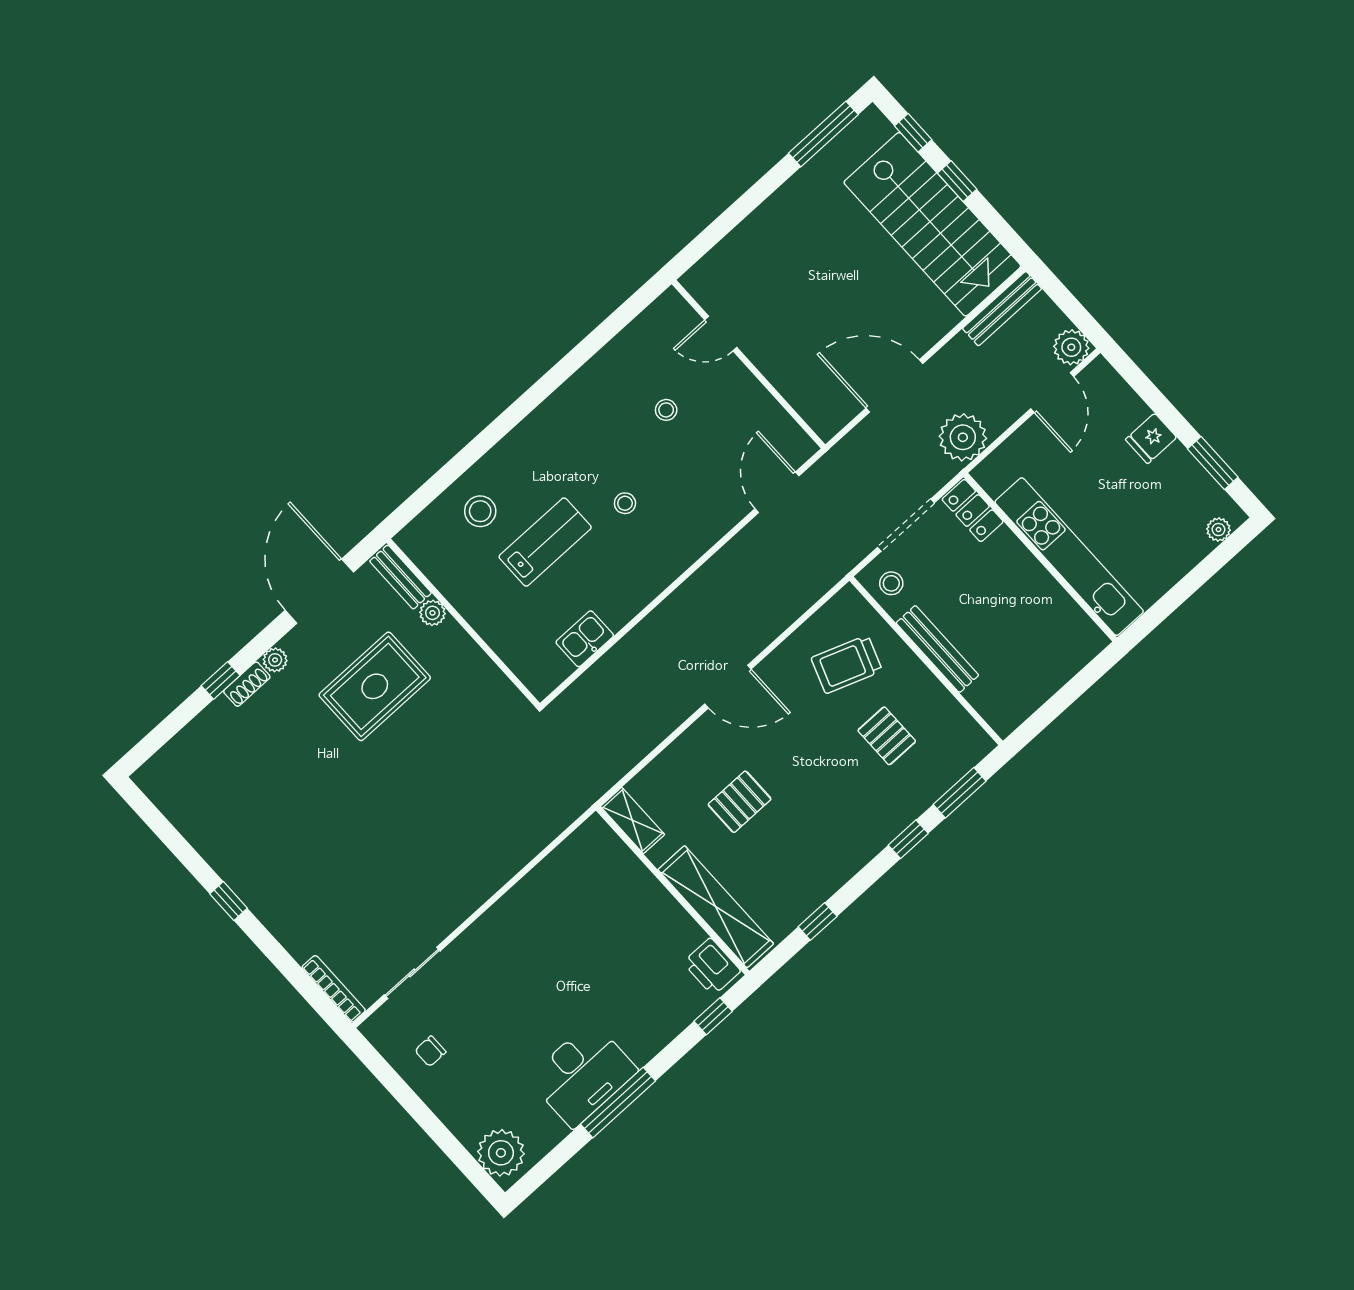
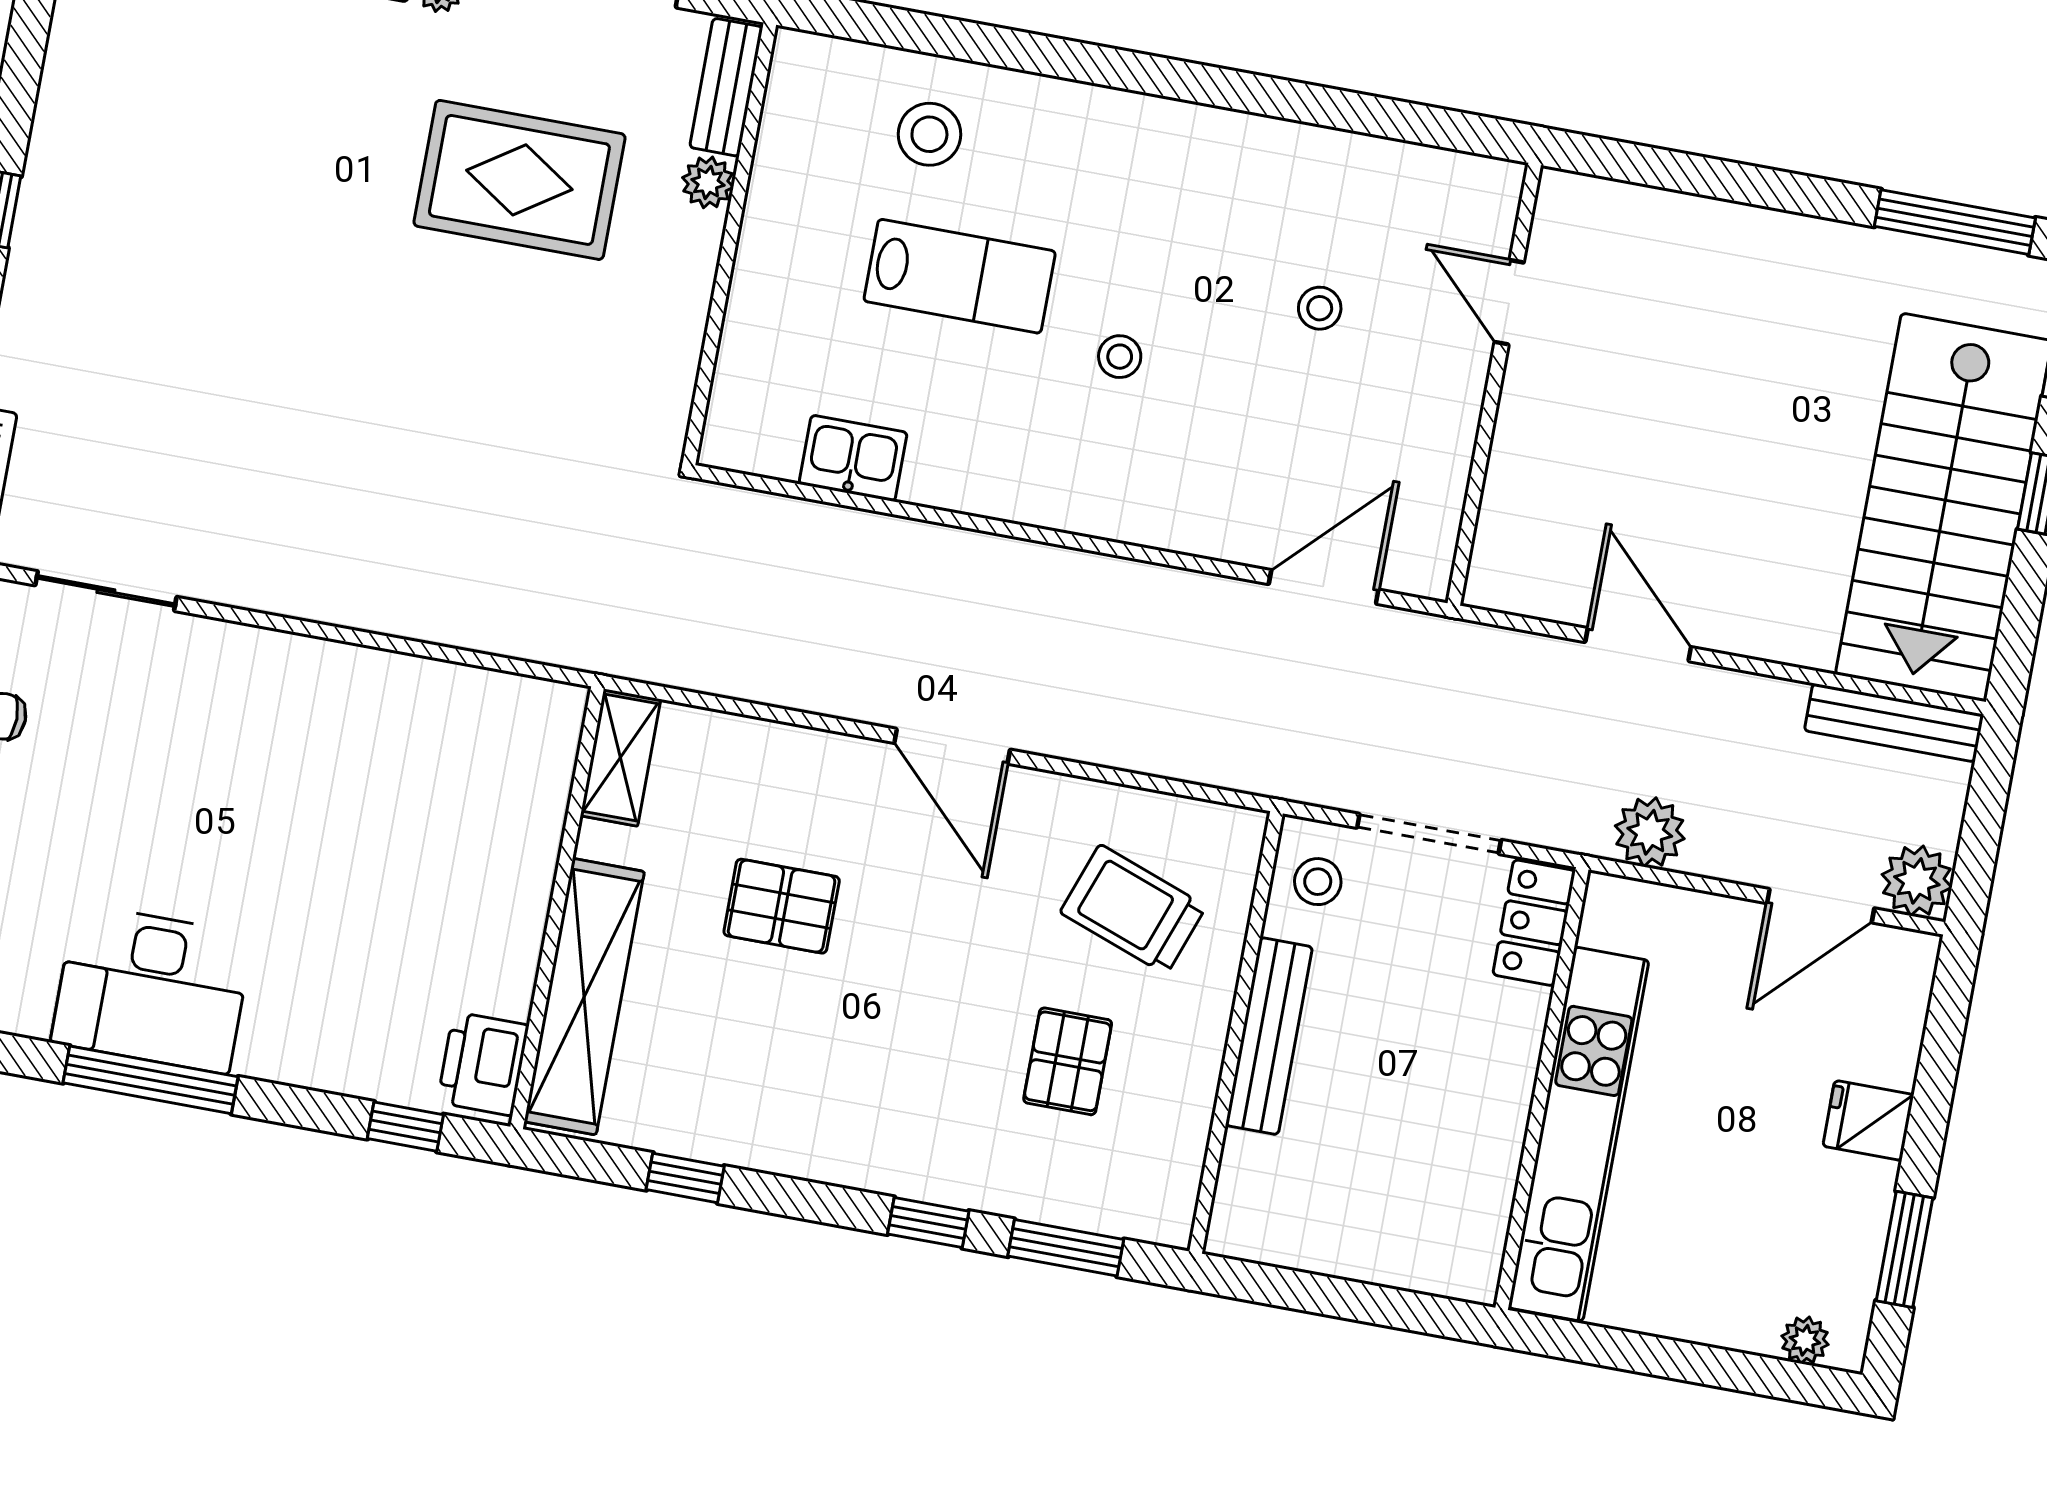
door: (894, 386) -> (1638, 645), width x0.73
plant: (963, 437) -> (1650, 832), width x0.73, depth x0.73

